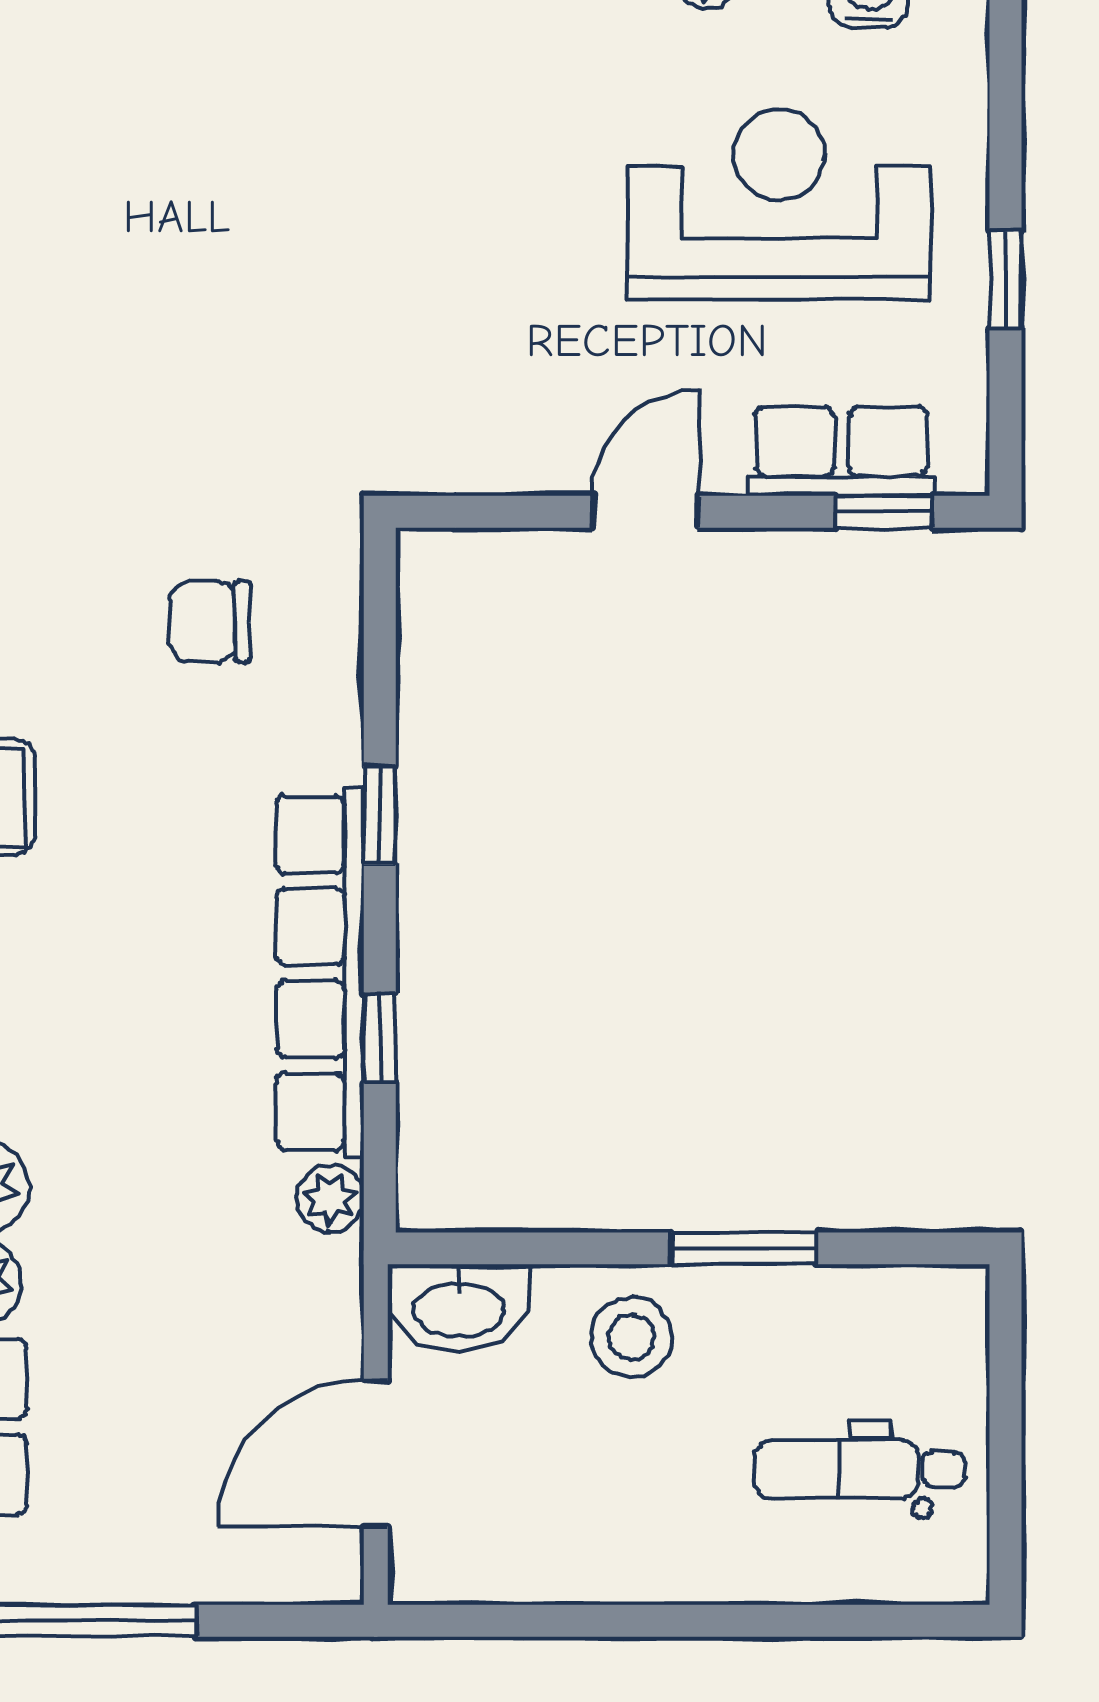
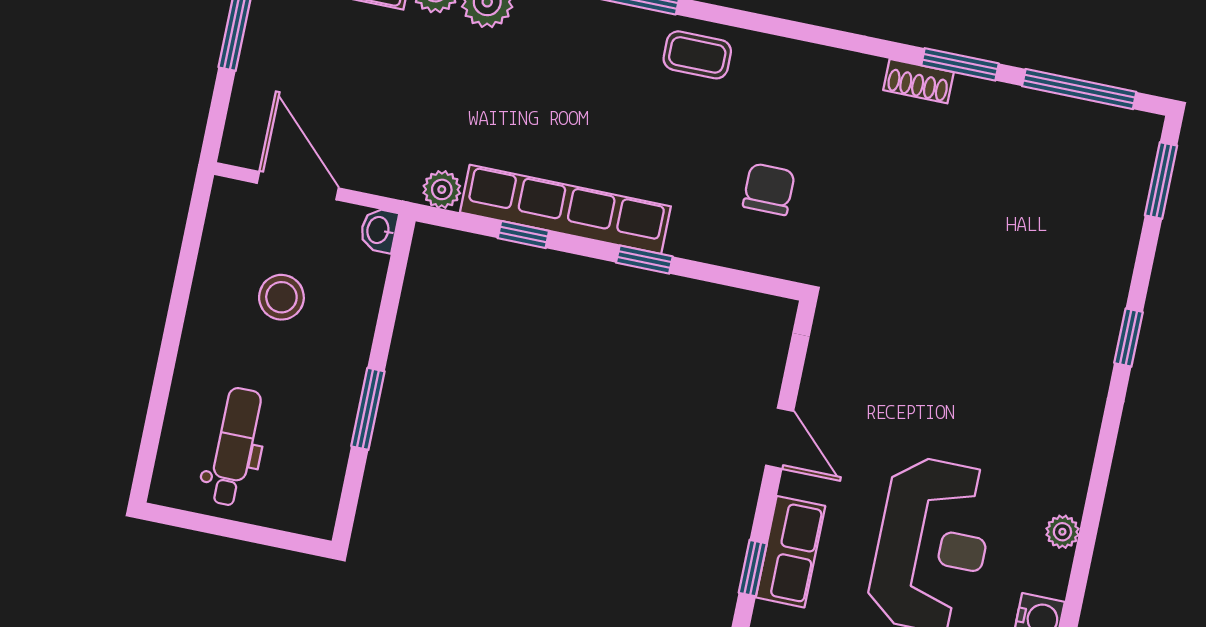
washbasin: (459, 1308) -> (379, 230), width x0.52, depth x0.69
stool: (632, 1337) -> (281, 297), moved

